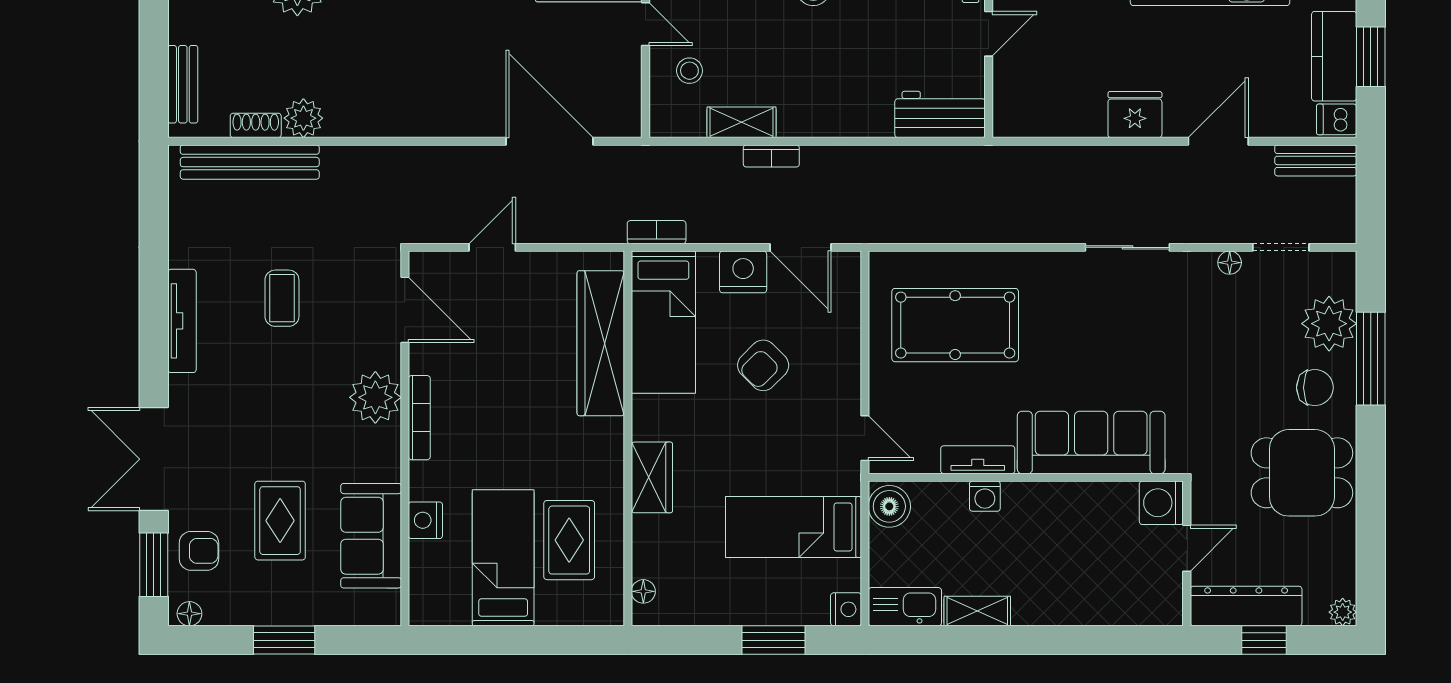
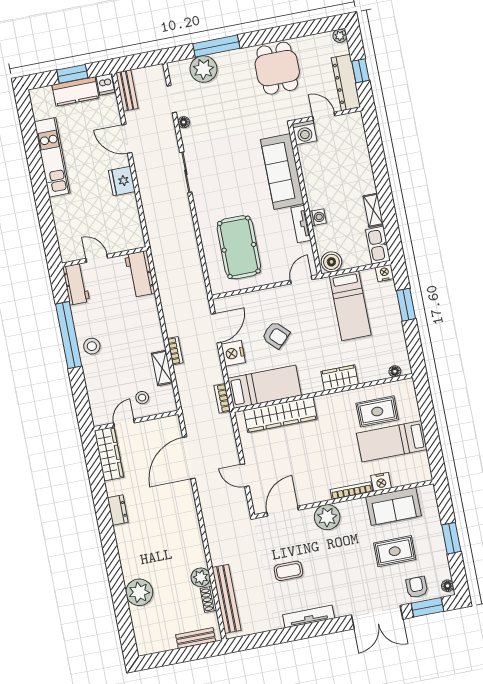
chair: (1315, 388) -> (235, 70), removed
bookcase: (419, 418) -> (351, 491), moved

